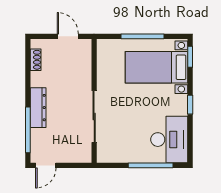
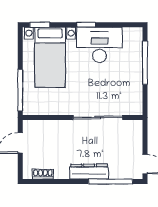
window: (143, 36) -> (20, 90), moved
desk: (169, 140) -> (99, 45), moved

